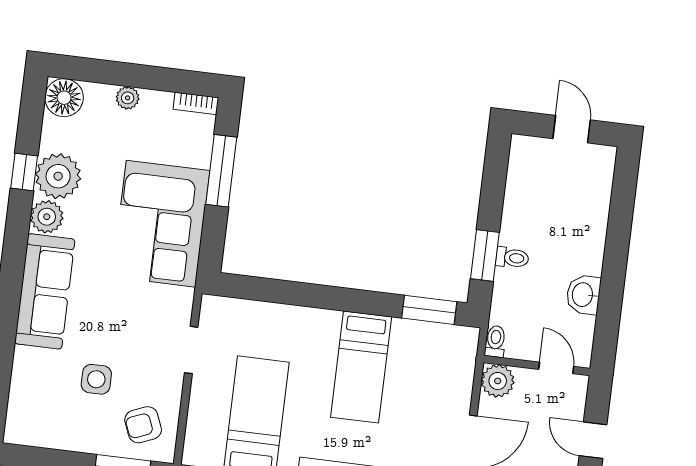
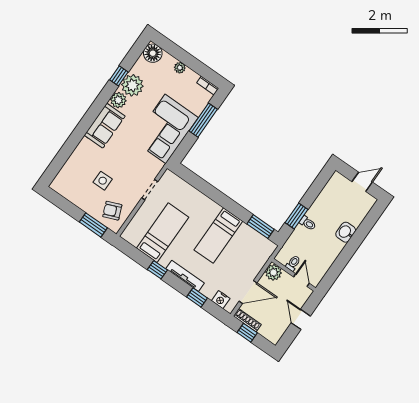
door: (572, 129) -> (362, 182), hinge flipped
sofa: (45, 291) -> (105, 126), width x0.73
washbasin: (583, 295) -> (346, 232), moved
toilet: (495, 341) -> (293, 263), moved

